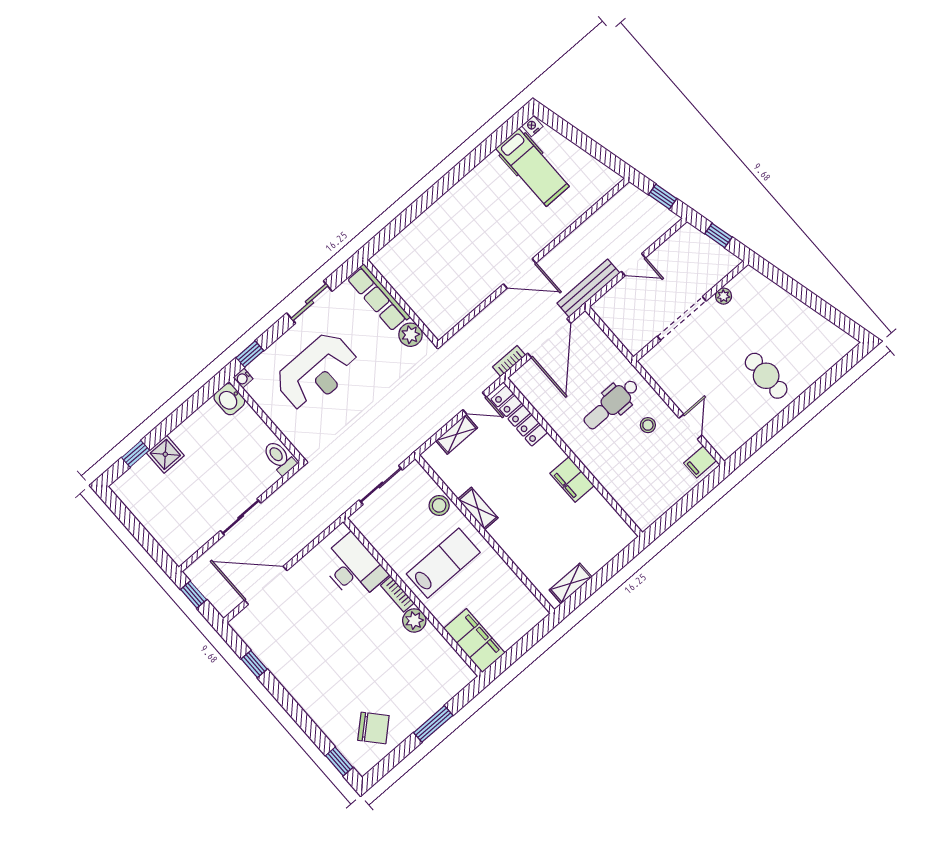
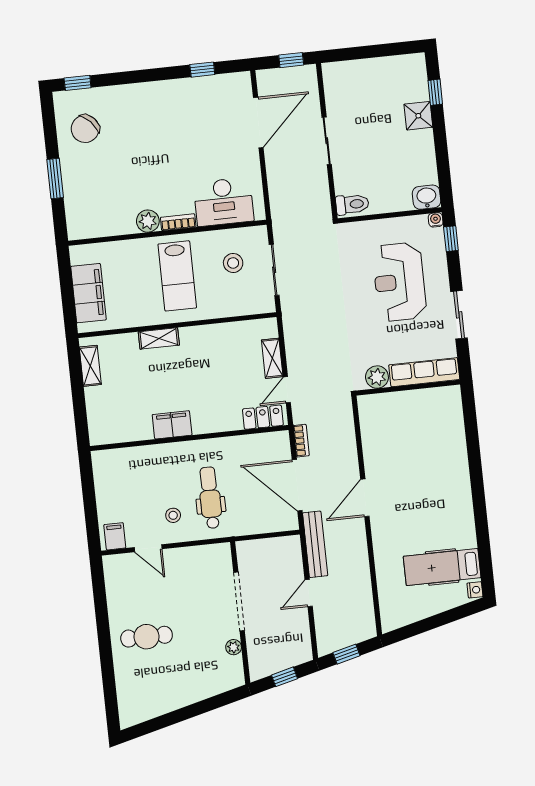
locker: (519, 416) -> (263, 417), width x0.66
stool: (439, 505) -> (233, 263), moved
shelving: (478, 508) -> (159, 338), moved
filing cabinet: (474, 641) -> (88, 293), moved, turned -90

